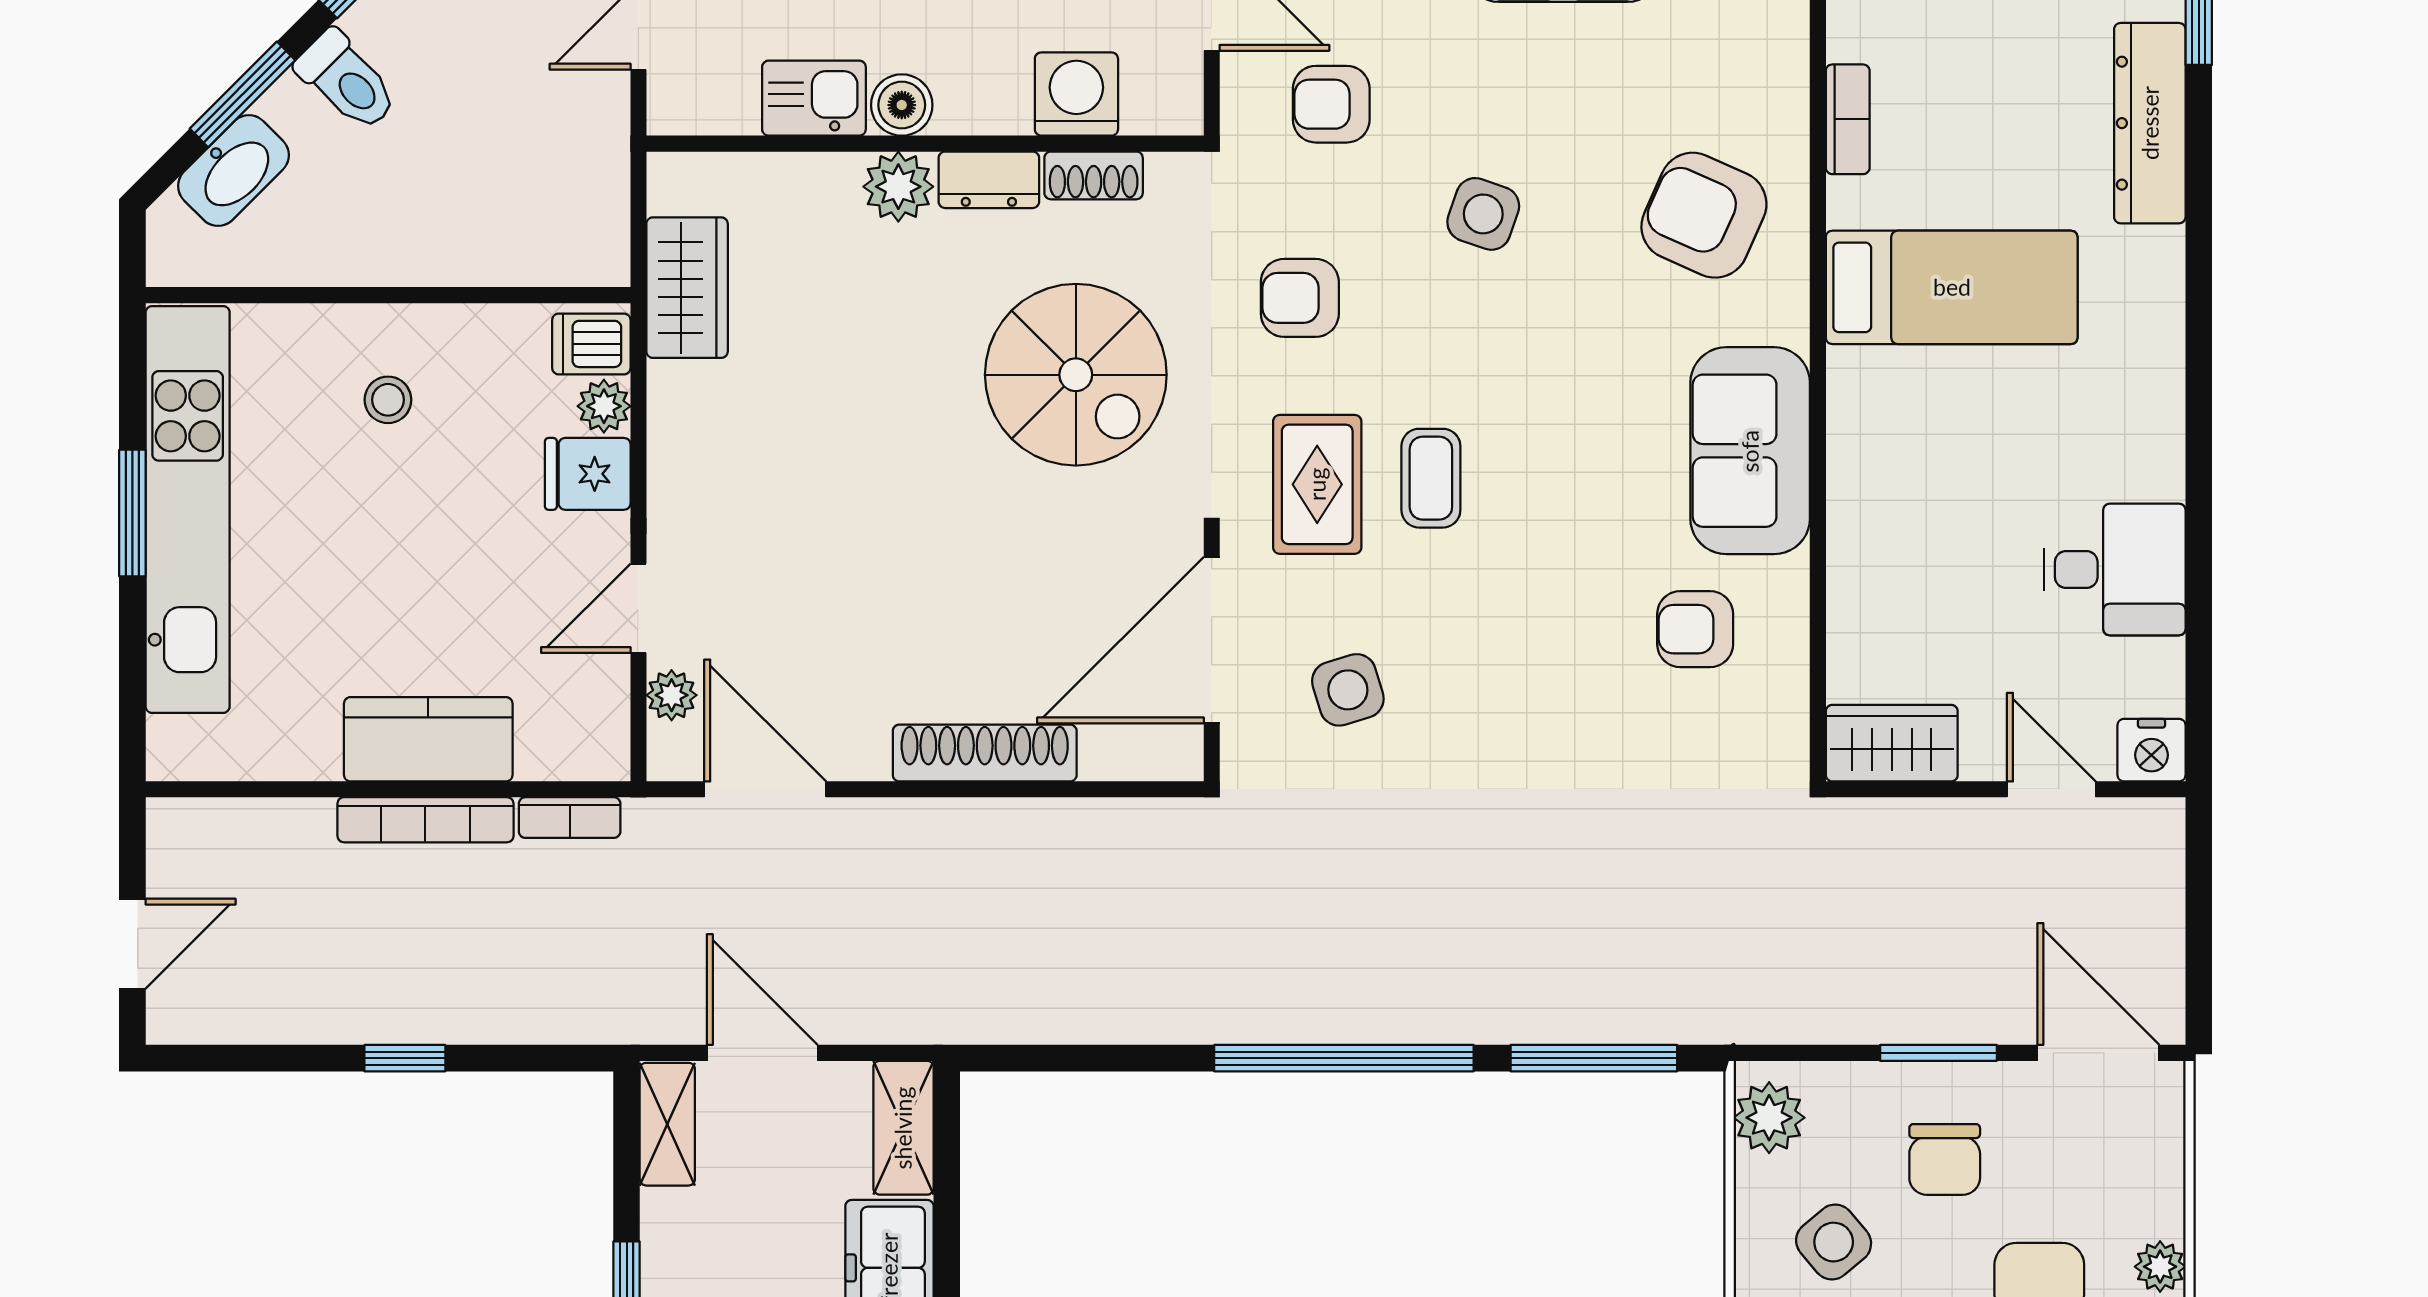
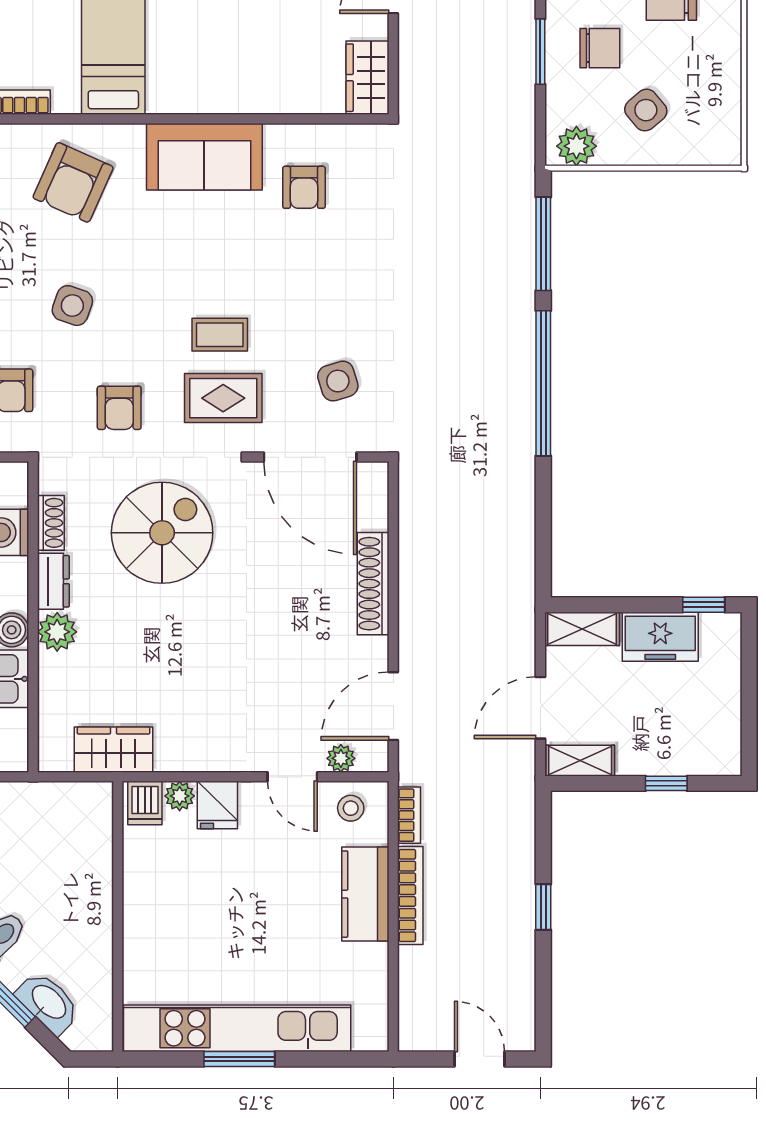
stool: (388, 400) -> (351, 808), moved

